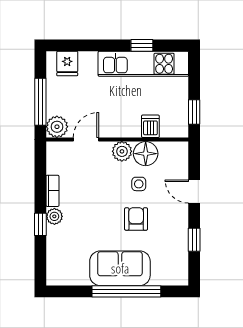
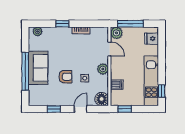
window: (142, 45) -> (162, 91), moved
floor lamp: (146, 154) -> (102, 99), moved
plant: (54, 216) -> (38, 31), moved

